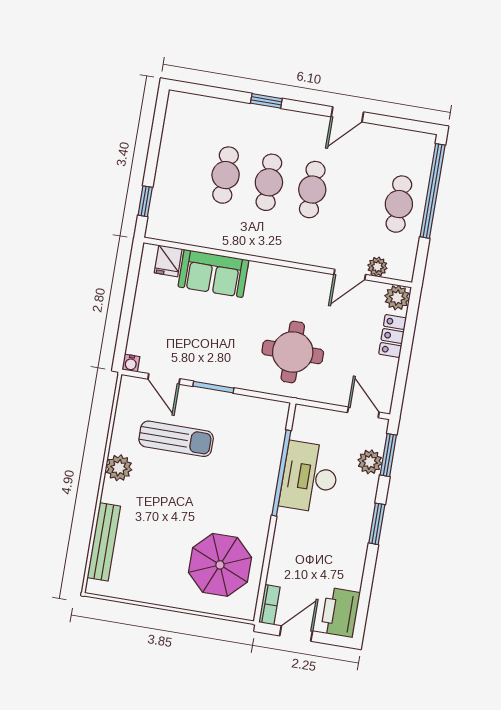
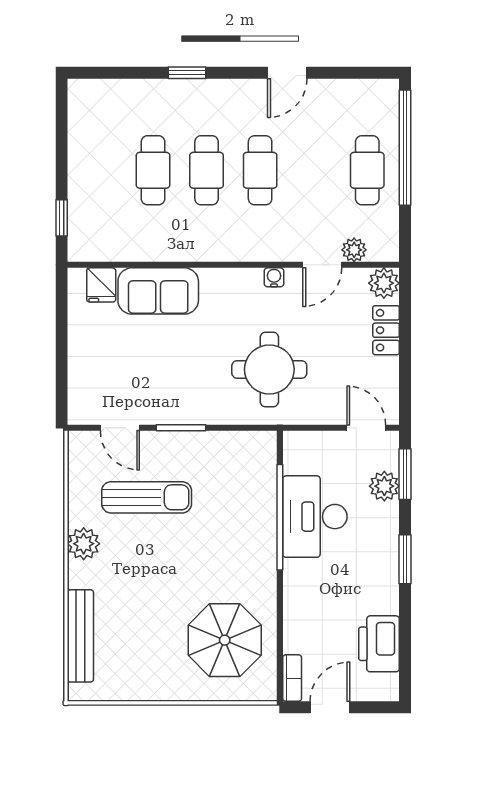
water cooler: (131, 363) -> (274, 277), moved, turned 180
printer: (340, 613) -> (379, 644), moved

